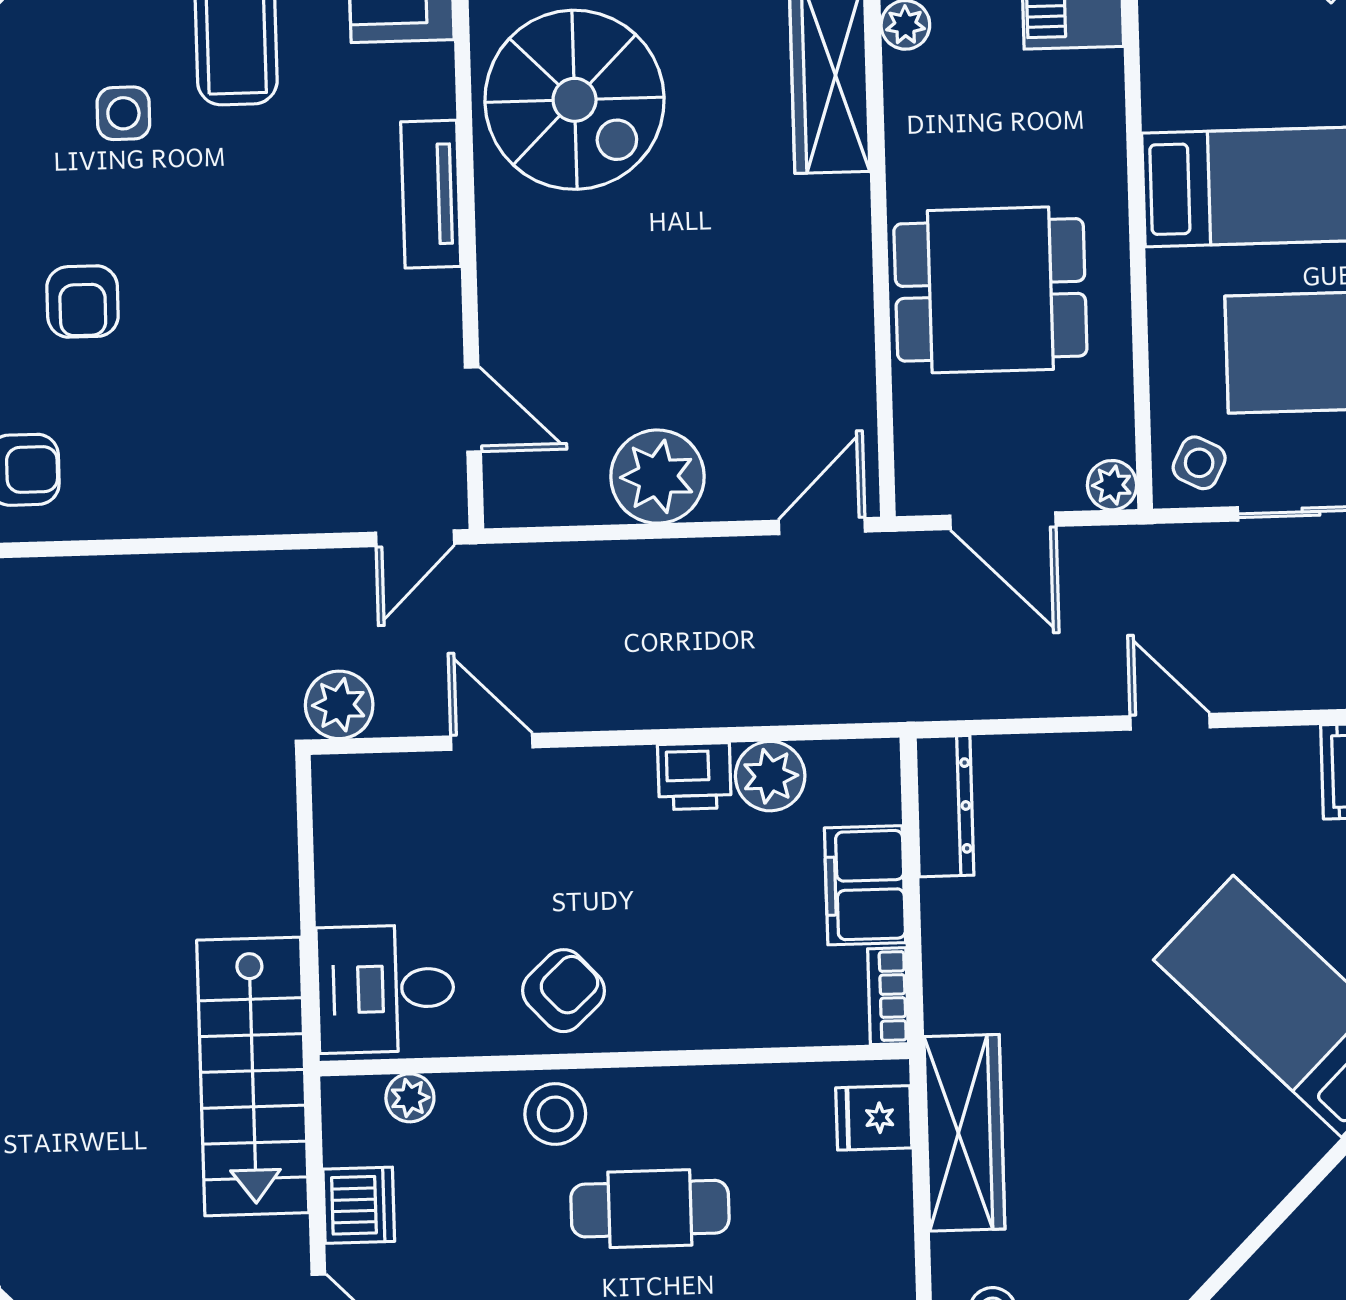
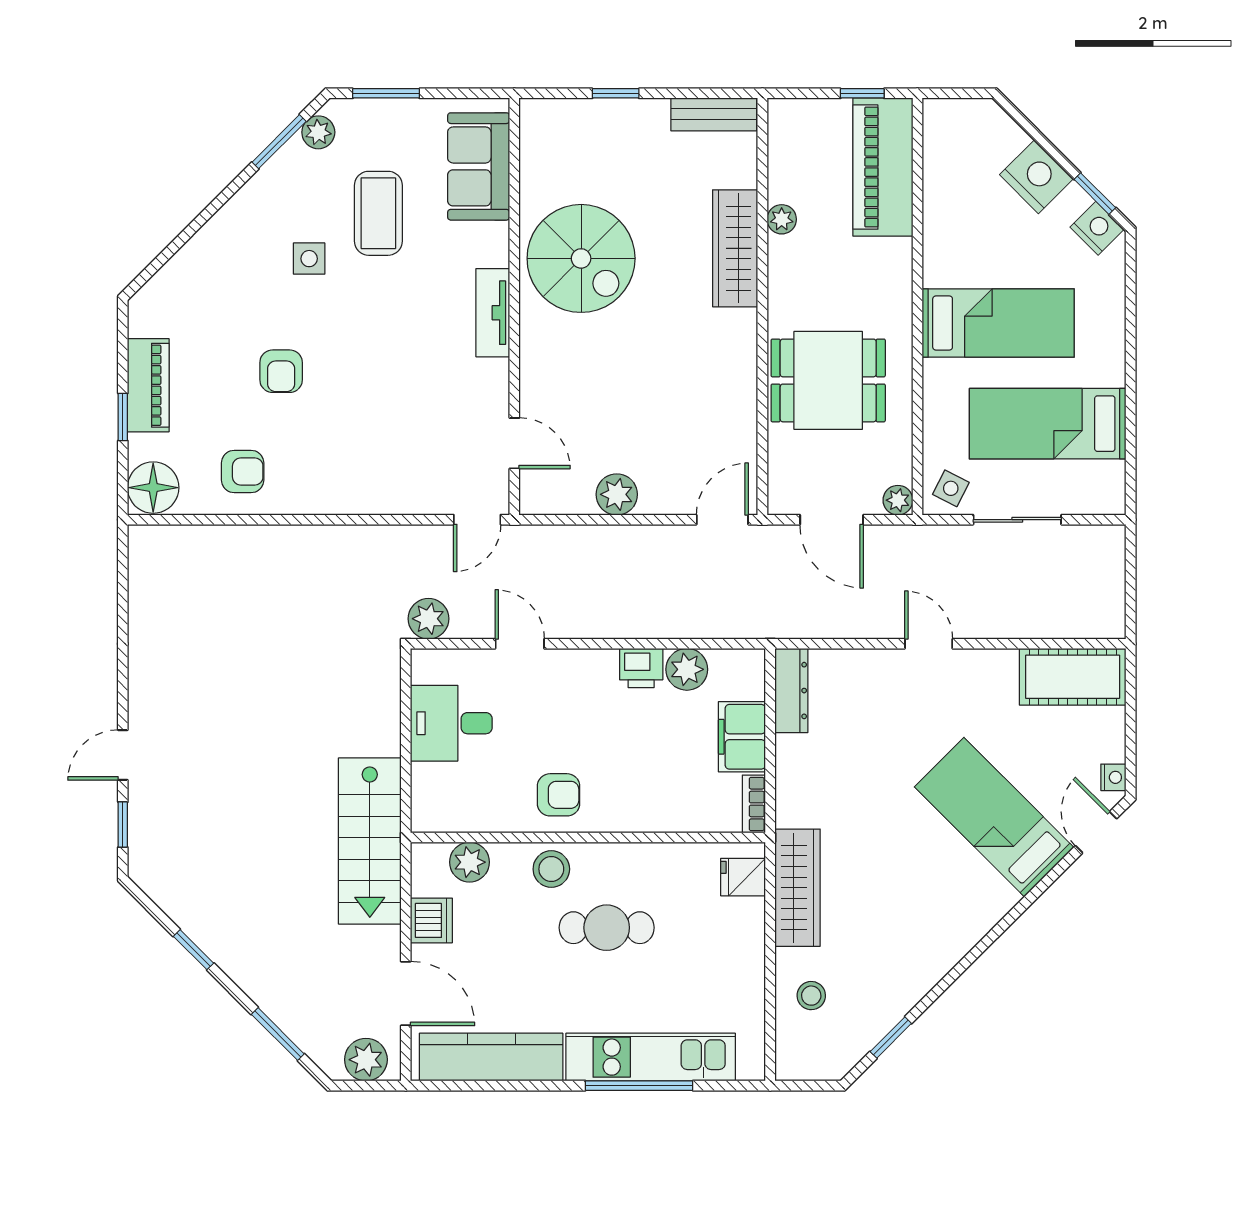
plant: (658, 477) -> (617, 494), width x0.73, depth x0.73
desk: (385, 989) -> (451, 723), moved
armchair: (564, 991) -> (559, 795), turned 43
plant: (410, 1098) -> (469, 862), width x1.38, depth x1.38

